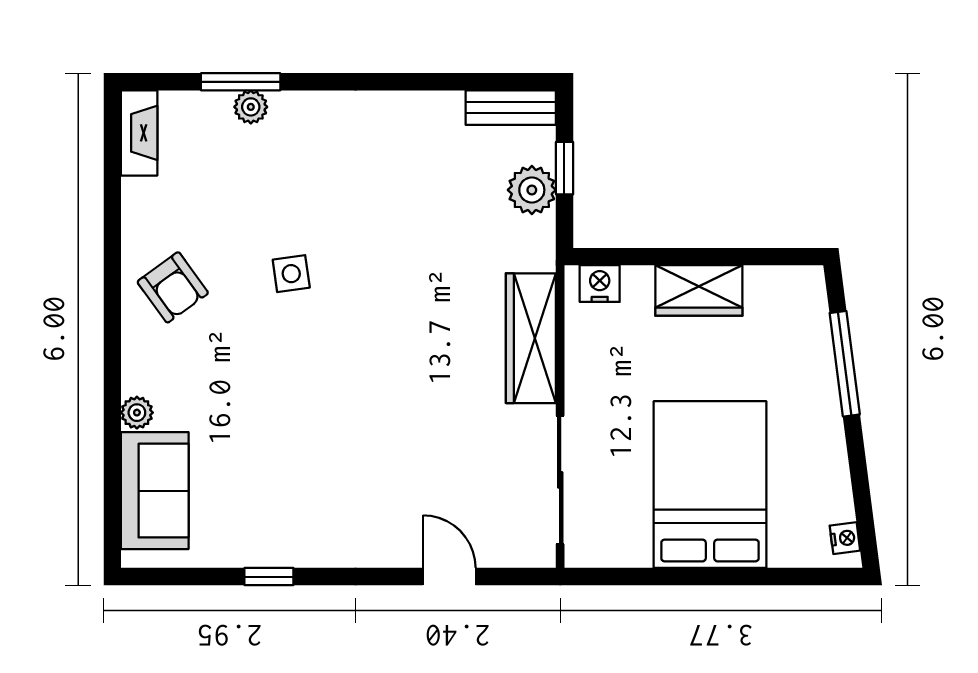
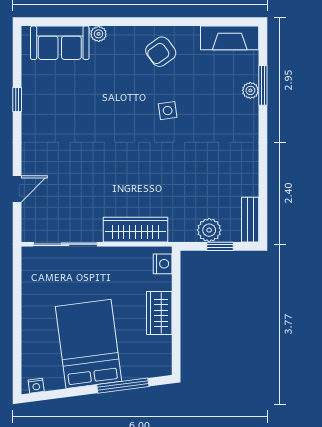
fireplace: (139, 133) -> (230, 38), width x1.37, depth x1.32
bed: (710, 485) -> (88, 344), moved, turned -97

